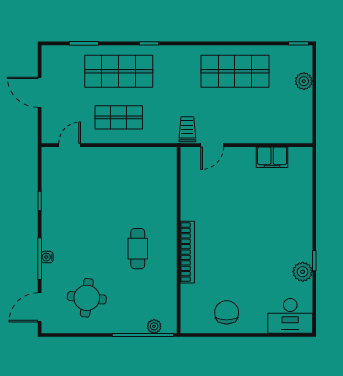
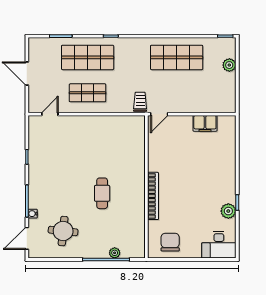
wall: (179, 240) -> (146, 187), moved
bookcase: (187, 252) -> (153, 196), moved
water cooler: (47, 257) -> (33, 214), moved

